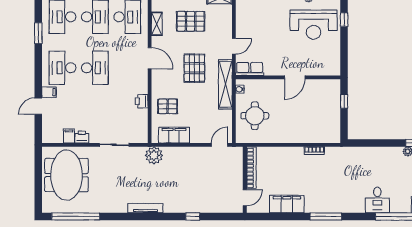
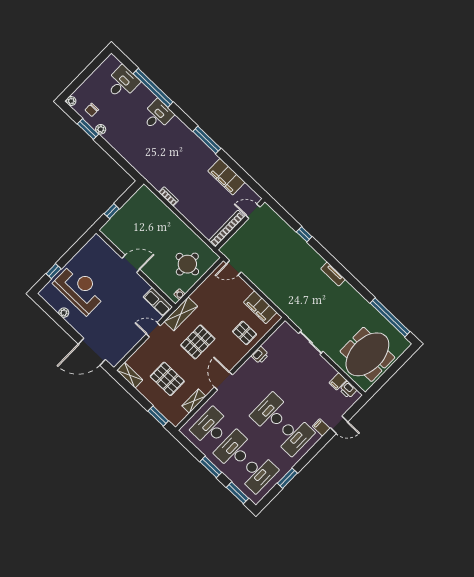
shelving: (225, 84) -> (181, 314), width x0.68
printer: (82, 137) -> (348, 390), moved
plant: (154, 155) -> (289, 307), removed
tv unit: (145, 208) -> (333, 274), width x0.71

